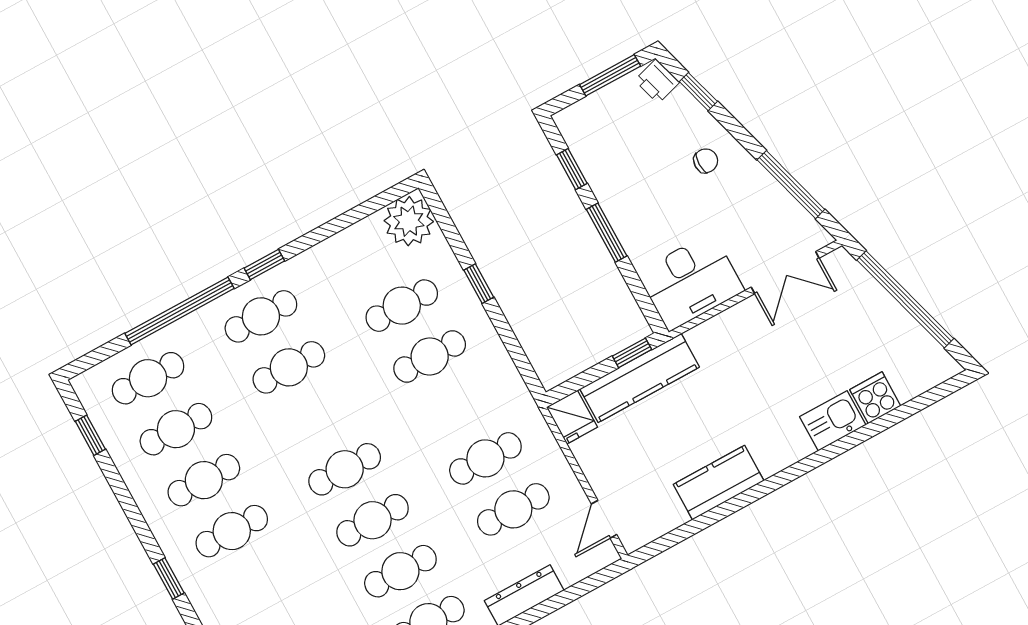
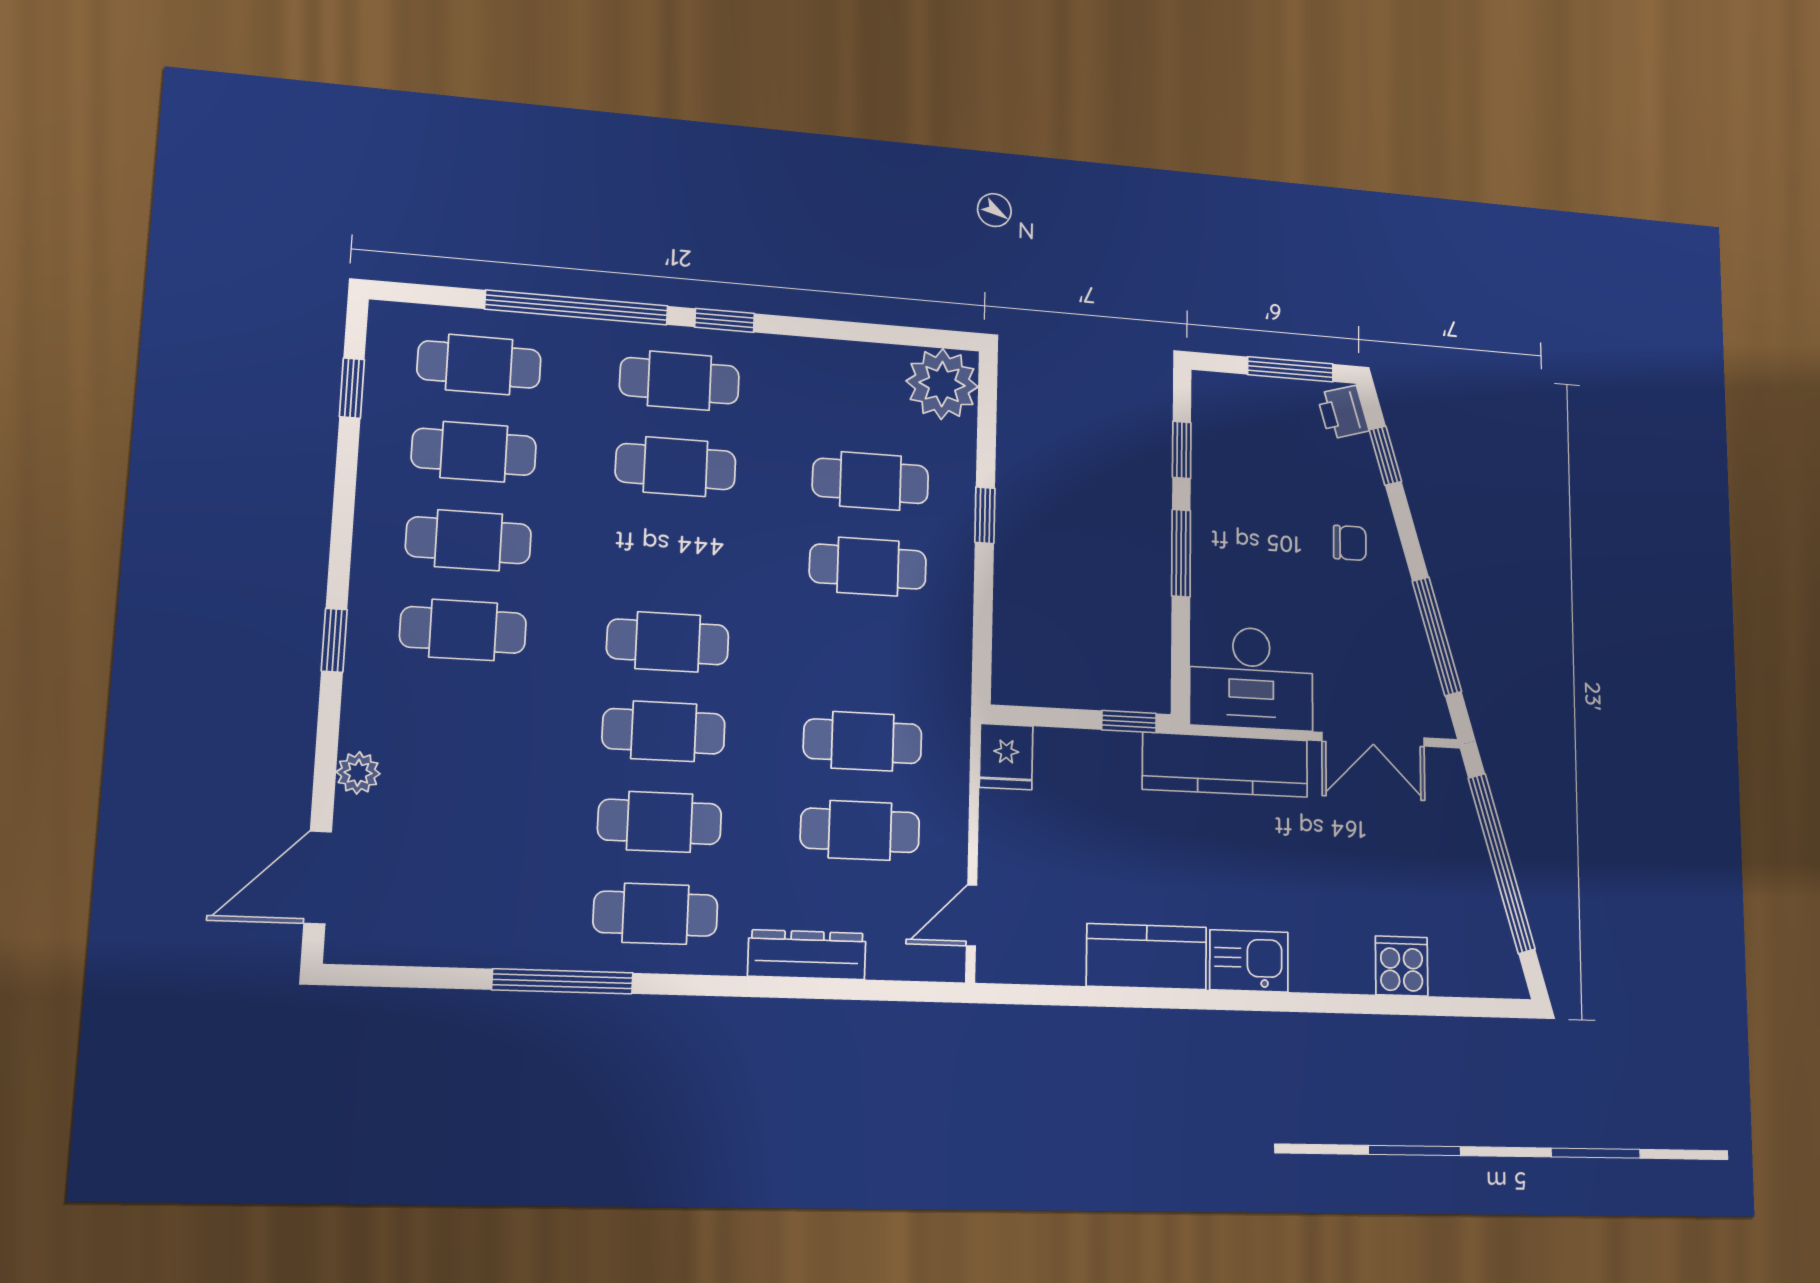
kitchen counter: (640, 378) -> (1225, 765), moved
kitchen sink: (833, 421) -> (1249, 961), moved

